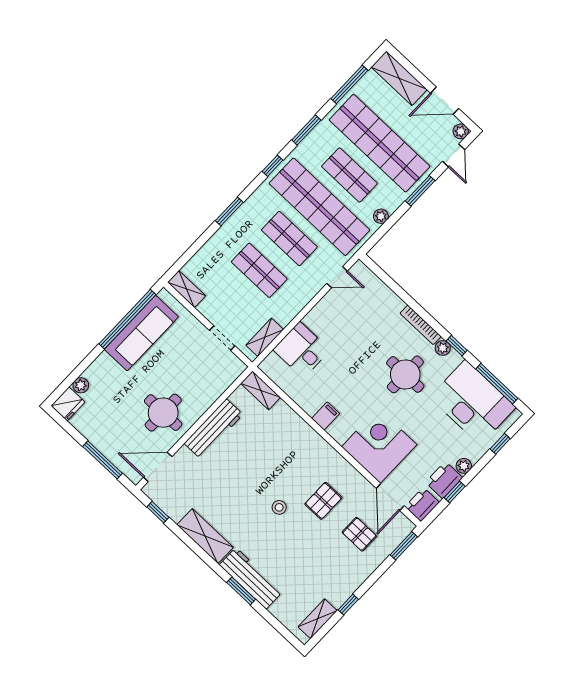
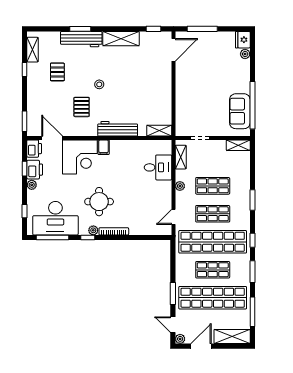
plant: (381, 216) -> (180, 186), moved
sofa: (141, 333) -> (240, 111), width x0.73
round table: (163, 413) -> (195, 77), removed
filing cabinet: (326, 416) -> (104, 147), moved
workbench: (214, 429) -> (118, 129), moved, turned 90
pallet: (359, 534) -> (57, 72), moved, turned 90

